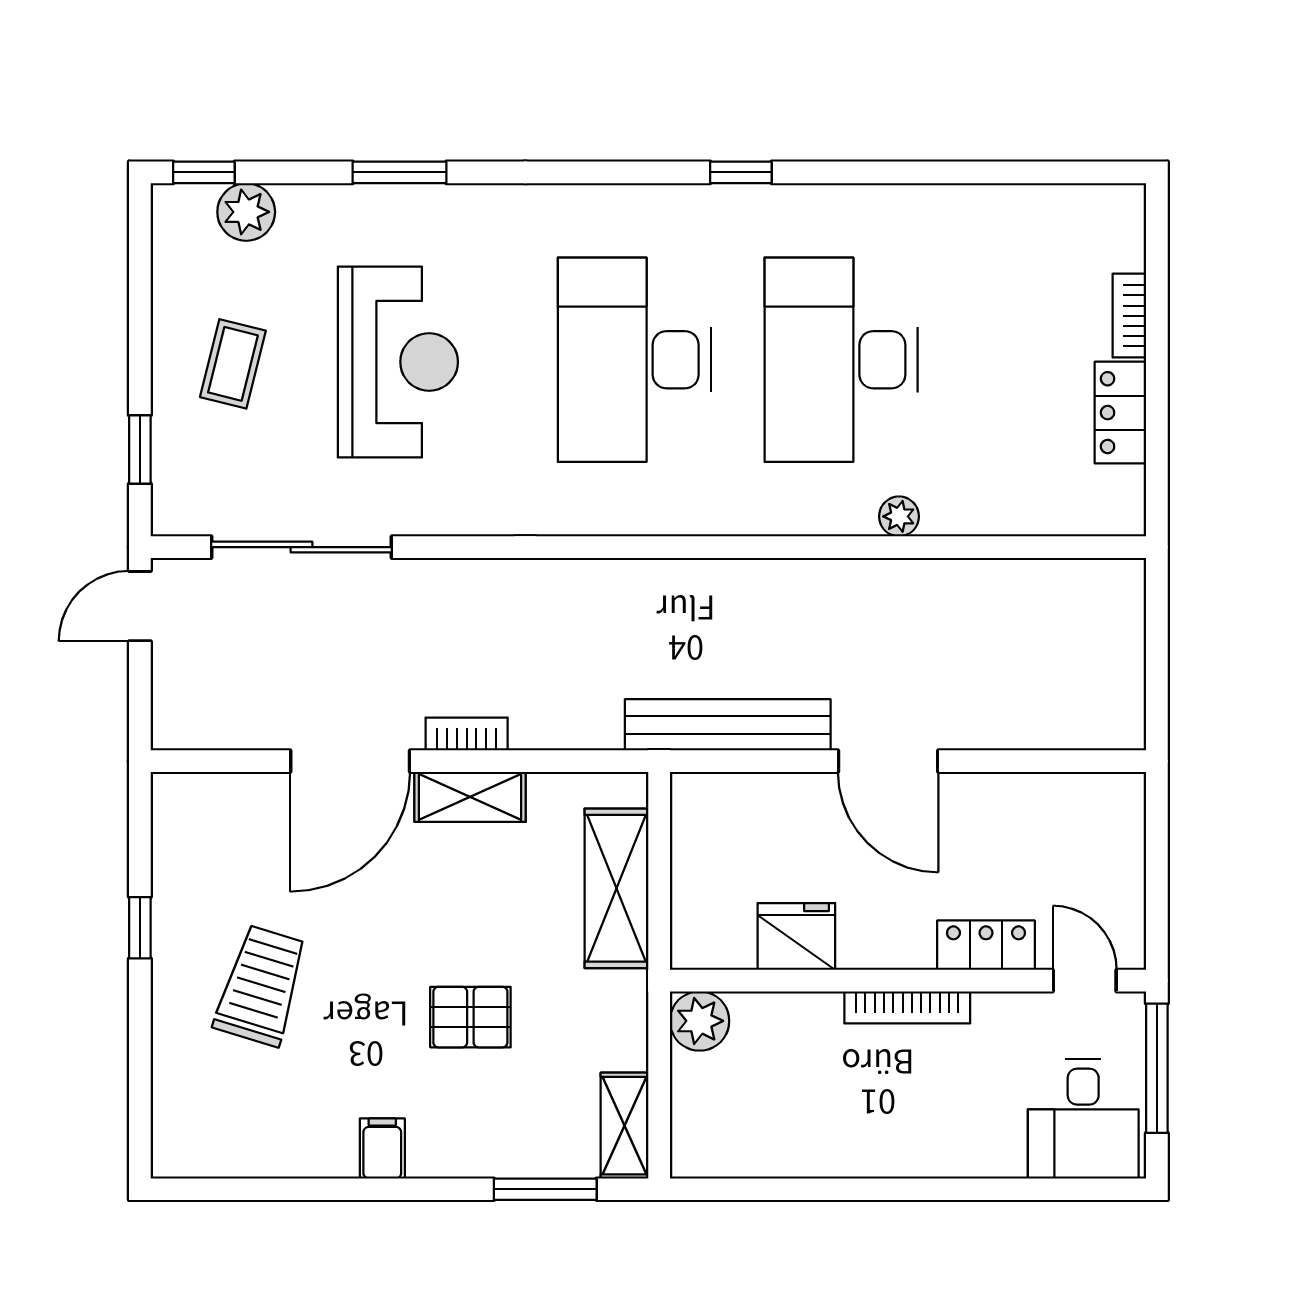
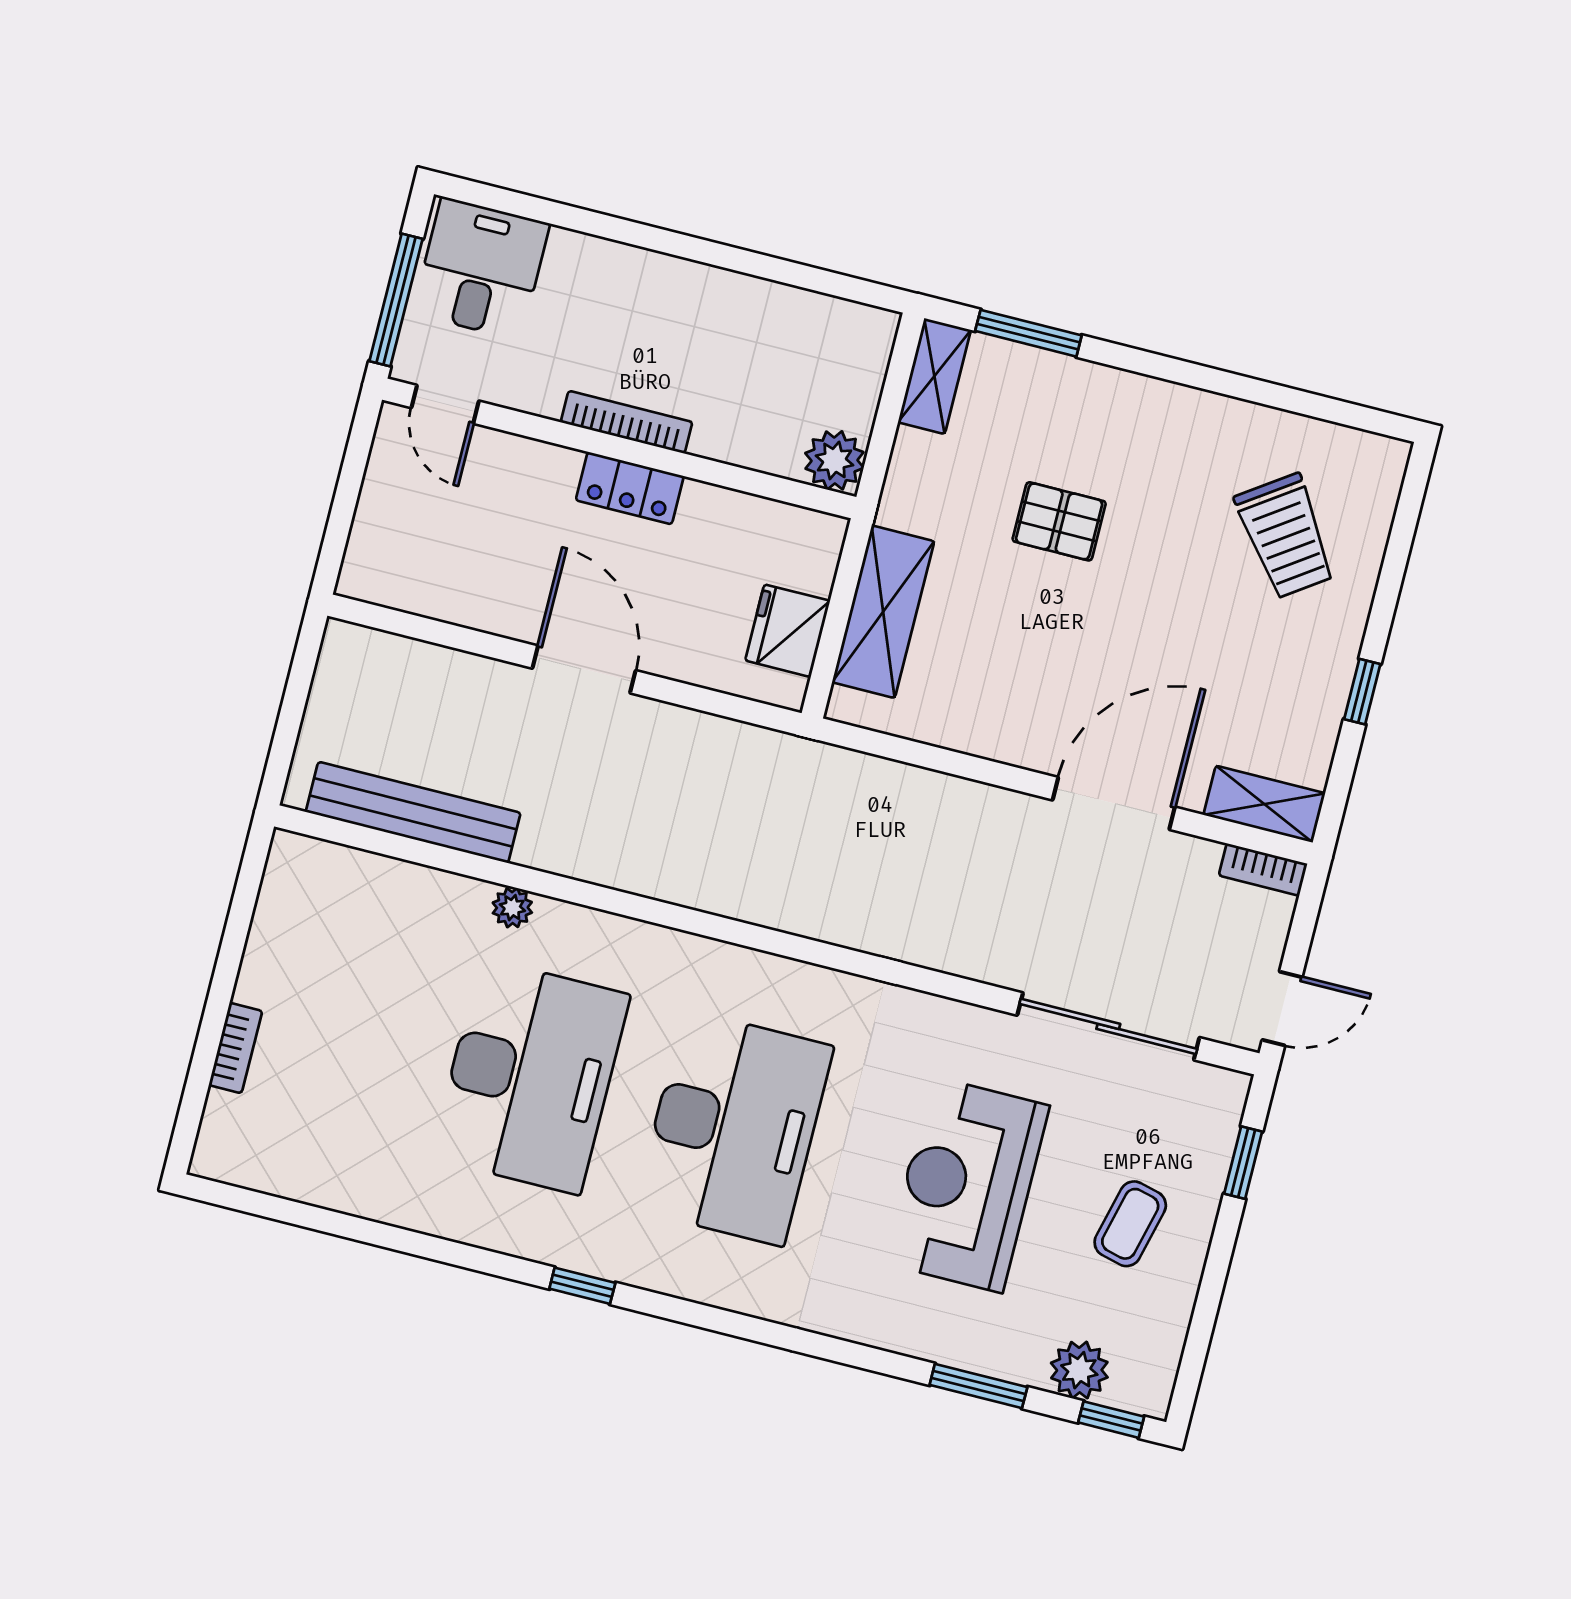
window: (399, 172) -> (978, 1386), moved
locker: (1120, 413) -> (268, 955), removed
bench: (728, 725) -> (413, 812), moved
bookcase: (467, 734) -> (1263, 870), moved
shelving: (470, 797) -> (1264, 804), moved
fridge: (796, 936) -> (788, 631), moved, turned 90
locker: (986, 945) -> (630, 488), moved
trolley: (261, 986) -> (1286, 536), moved, turned -52
filing cabinet: (382, 1149) -> (1179, 414), removed

